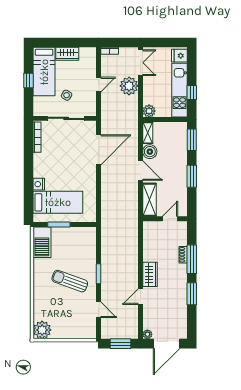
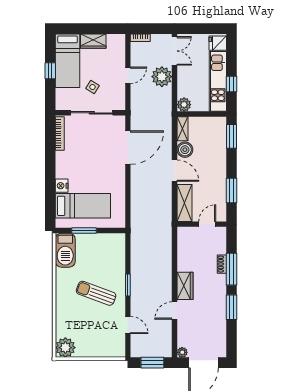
window: (192, 176) -> (231, 190), moved

